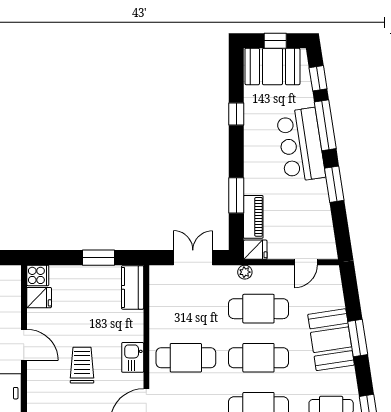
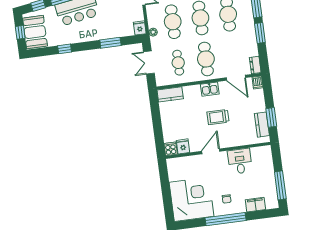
piano: (253, 217) -> (121, 32), removed
window: (98, 258) -> (156, 116), removed
cafe table: (186, 309) -> (178, 63), added

